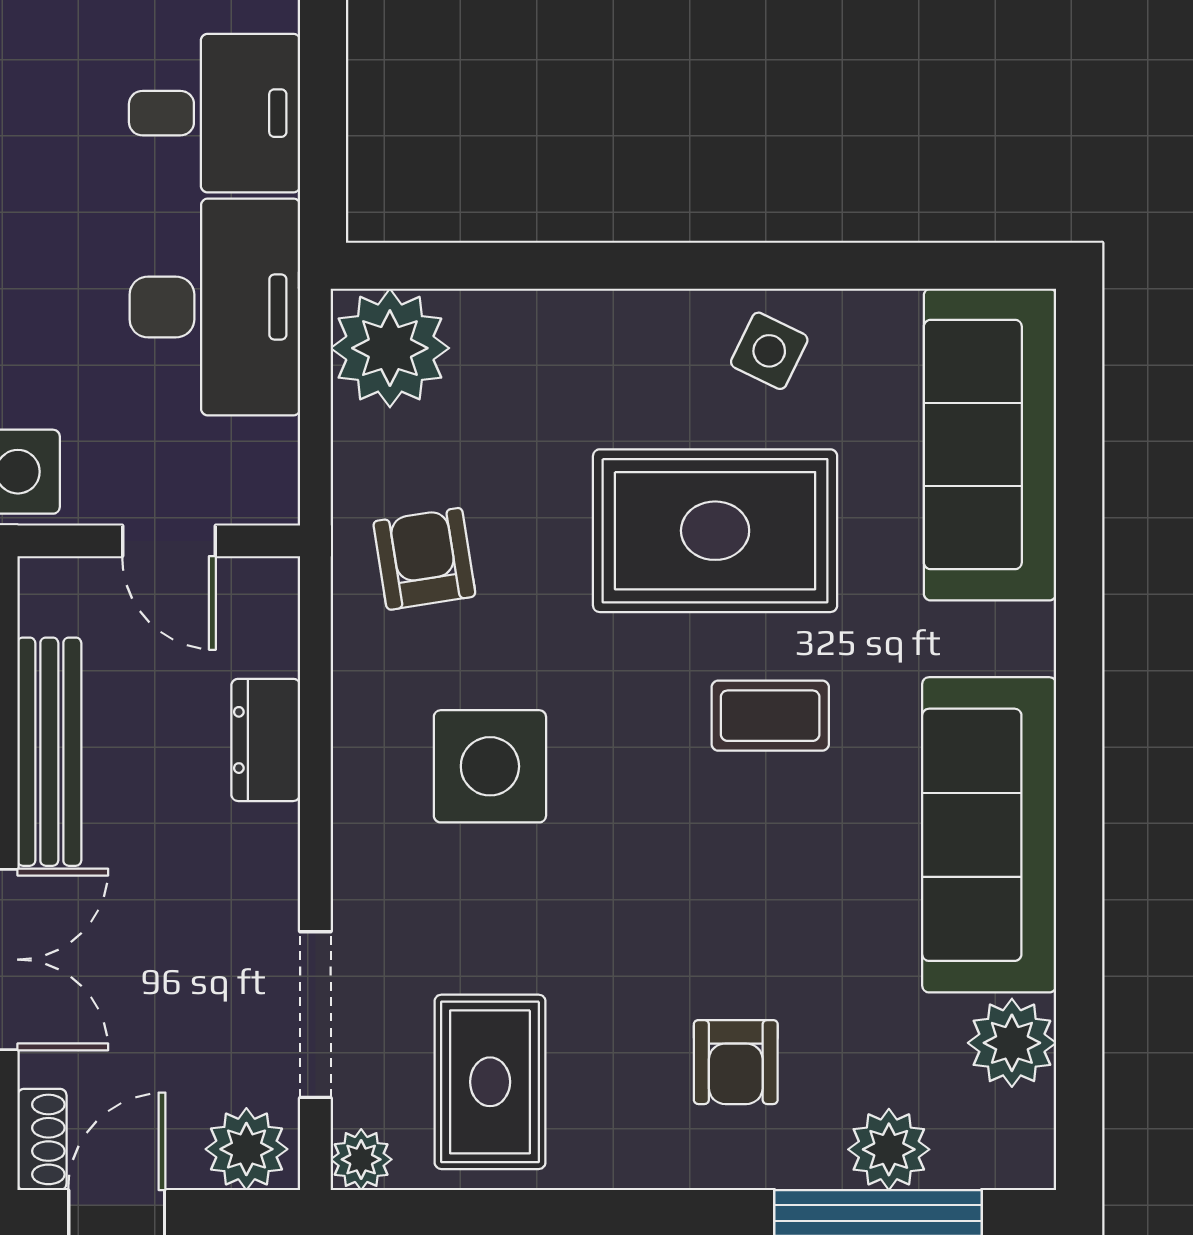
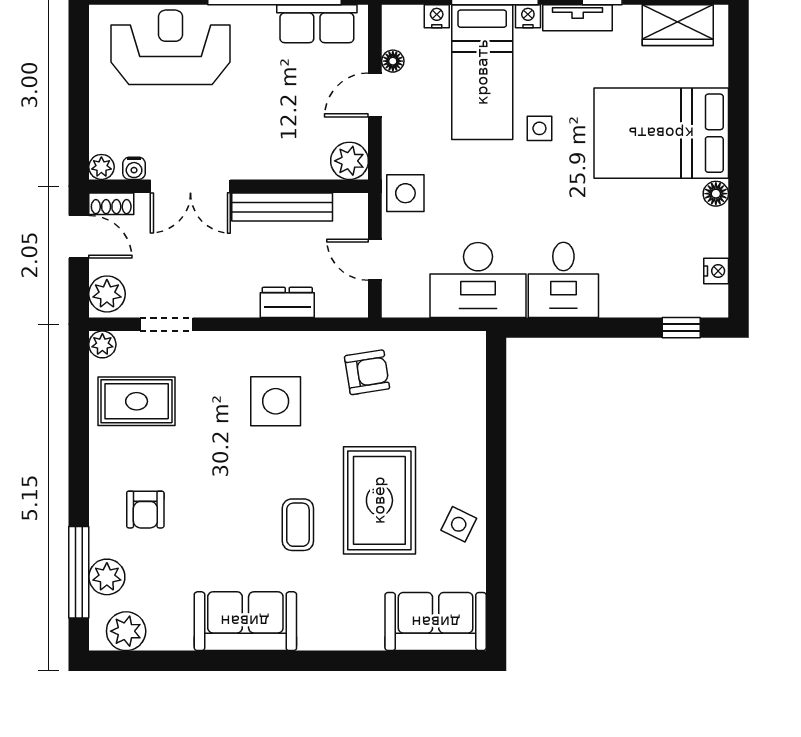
plant: (390, 348) -> (460, 357), removed
sofa: (990, 445) -> (436, 622), width x0.73
door: (169, 541) -> (375, 260), hinge flipped
sofa: (989, 835) -> (245, 621), width x0.73
doorway: (315, 1015) -> (166, 324), width x0.73
plant: (1012, 1043) -> (126, 631), moved
armchair: (736, 1062) -> (145, 510), turned -90

